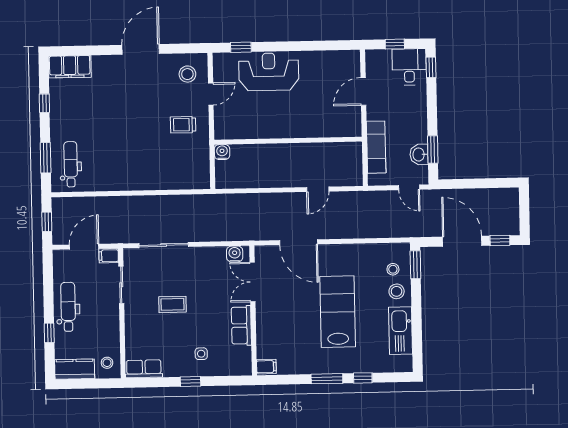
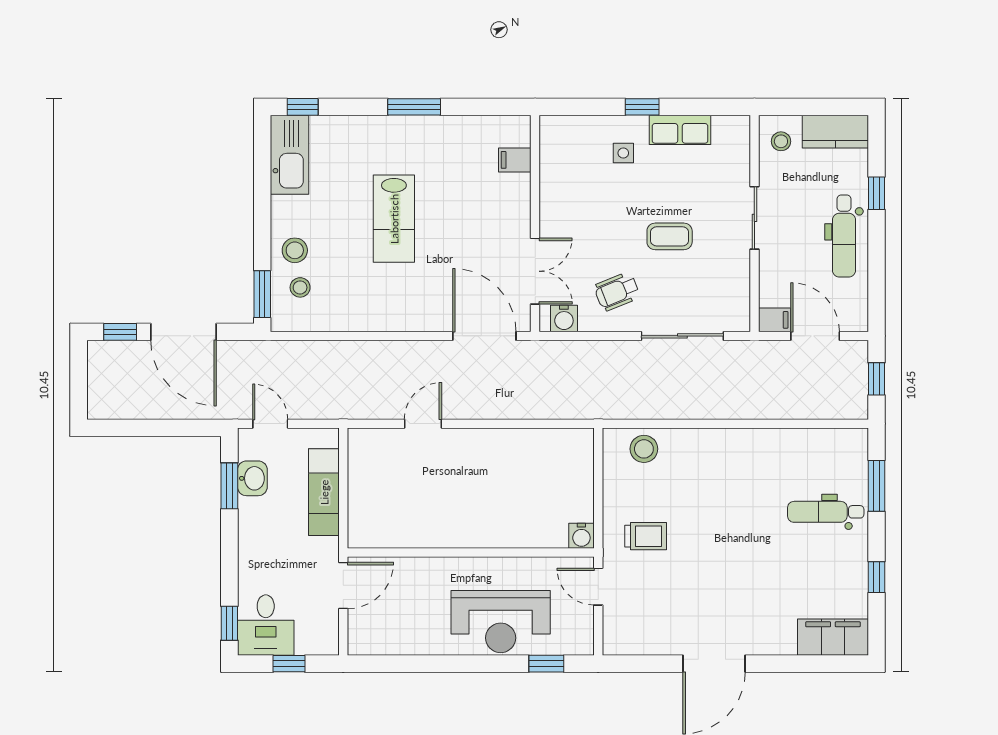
stool: (187, 74) -> (644, 449), moved
door: (211, 94) -> (598, 587), hinge flipped
wall: (288, 141) -> (471, 553), moved
water cooler: (222, 152) -> (581, 536), moved
dental chair: (71, 164) -> (826, 512), moved, turned 90
door: (299, 242) -> (484, 336), moved
door: (84, 247) -> (815, 336), swing flipped
wheelchair: (203, 271) -> (617, 292), added
sliding door: (121, 285) -> (754, 218), moved
lab bench: (338, 312) -> (394, 219), width x0.73, depth x0.72
row of seats: (241, 325) -> (555, 199), removed
kitchen sink: (401, 331) -> (290, 155), moved
filing cabinet: (266, 367) -> (515, 160), moved
row of seats: (144, 369) -> (680, 130), moved
window: (363, 378) -> (303, 107), moved

